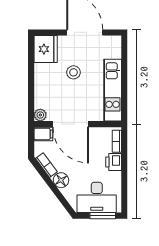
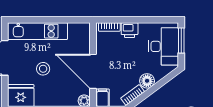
kitchen unit: (113, 90) -> (37, 31), moved
door: (71, 124) -> (93, 71), swing flipped

